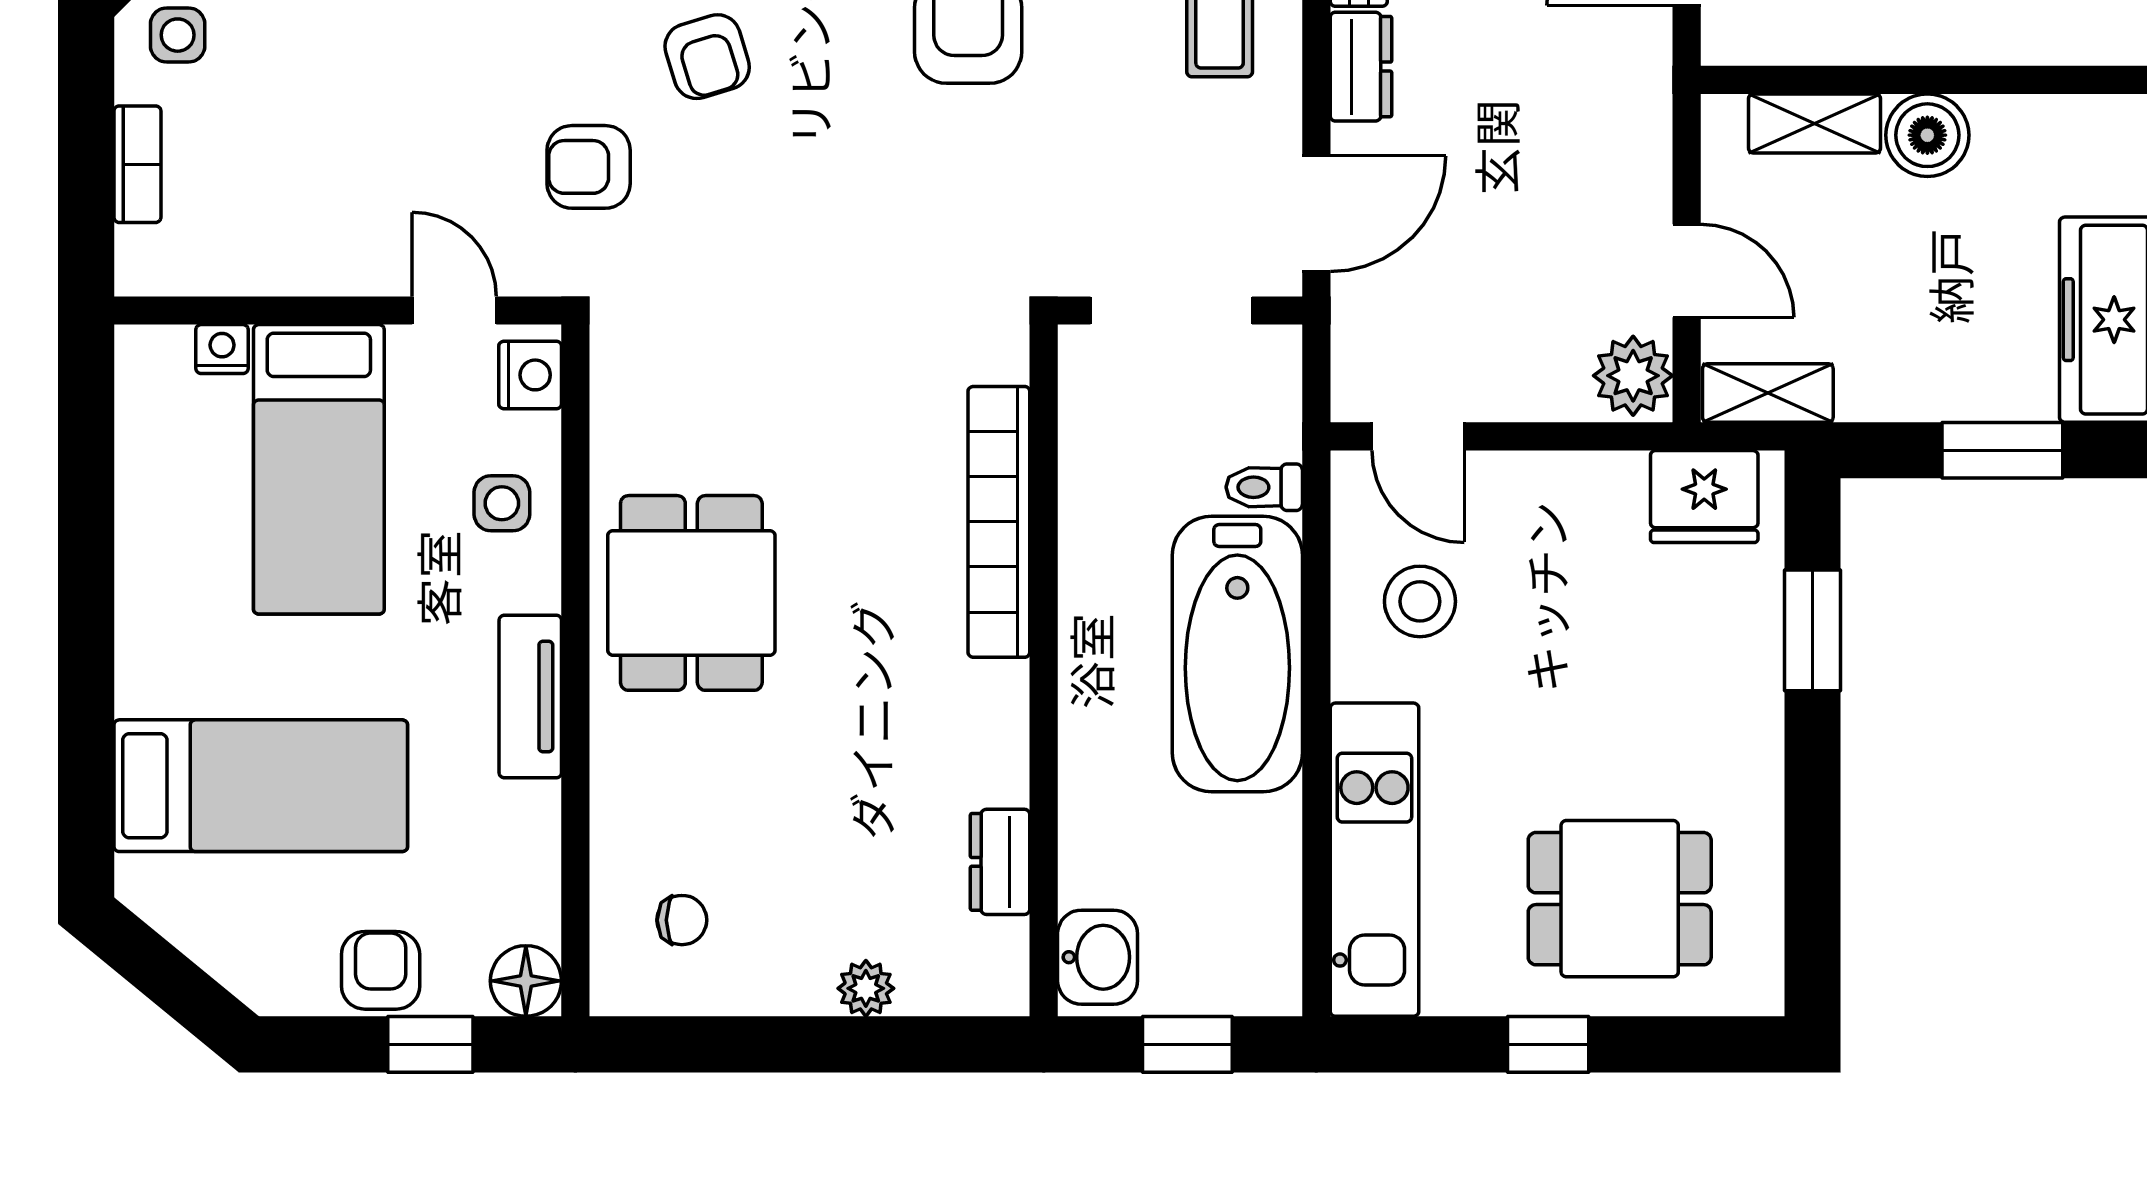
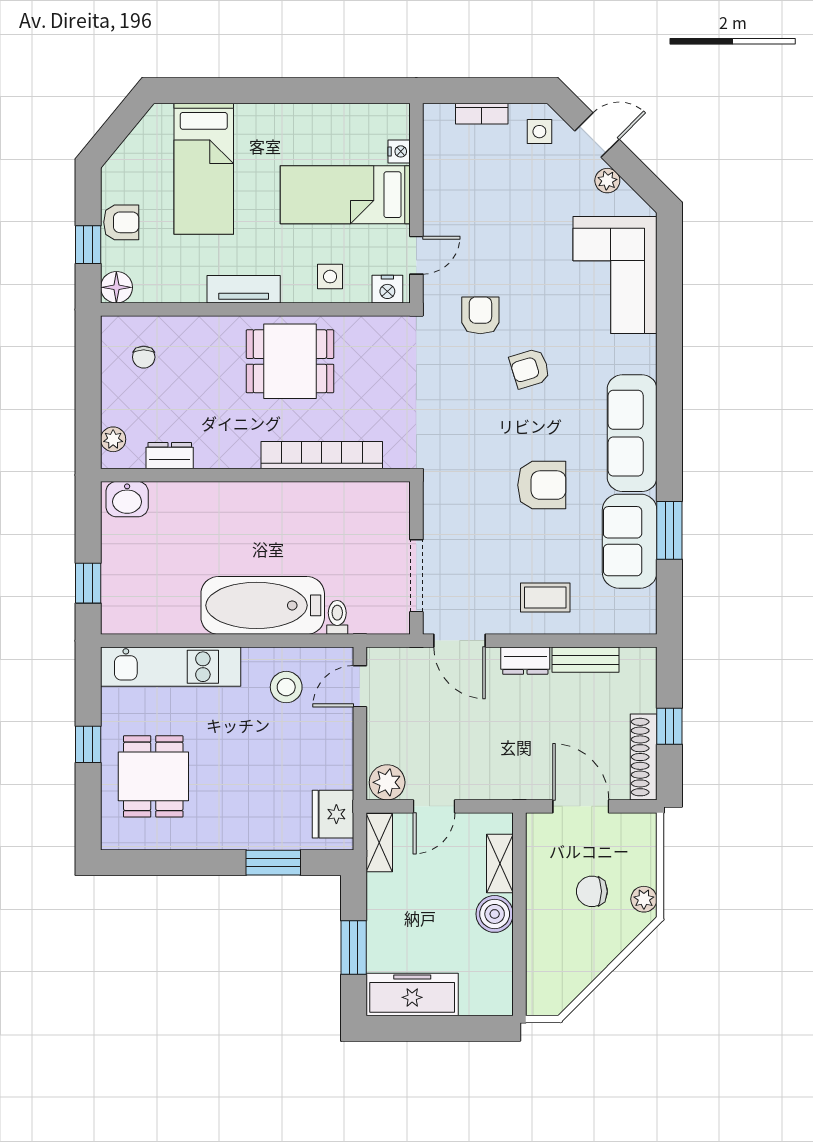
bookcase: (999, 522) -> (322, 455), moved
wall: (1044, 670) -> (255, 475), moved
dresser: (1000, 862) -> (170, 456), moved
washbasin: (1098, 957) -> (127, 499), moved

